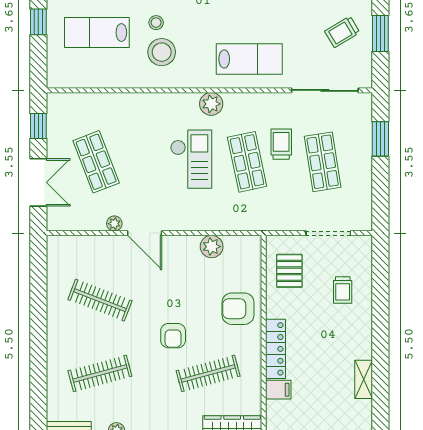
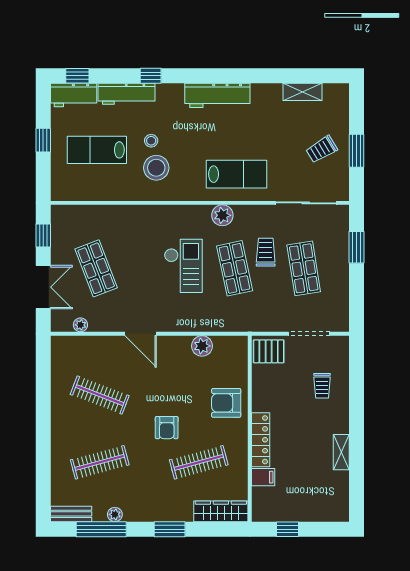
plant: (211, 104) -> (222, 215), moved
plant: (114, 224) -> (80, 325), moved
pallet: (289, 271) -> (269, 351), moved, turned 90
shelving: (364, 379) -> (341, 452), moved

